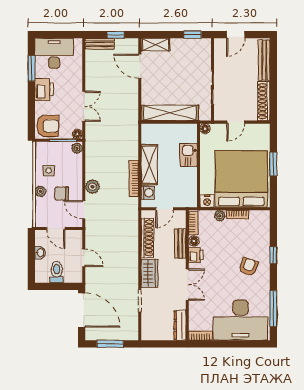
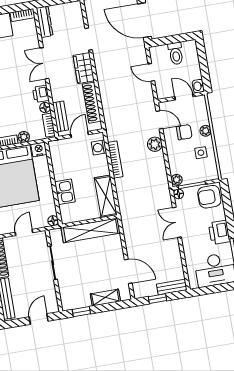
shelving: (155, 45) -> (105, 298), moved
shelving: (149, 165) -> (106, 196), moved
bench: (180, 244) -> (60, 116), moved
washbasin: (40, 253) -> (198, 86), moved

